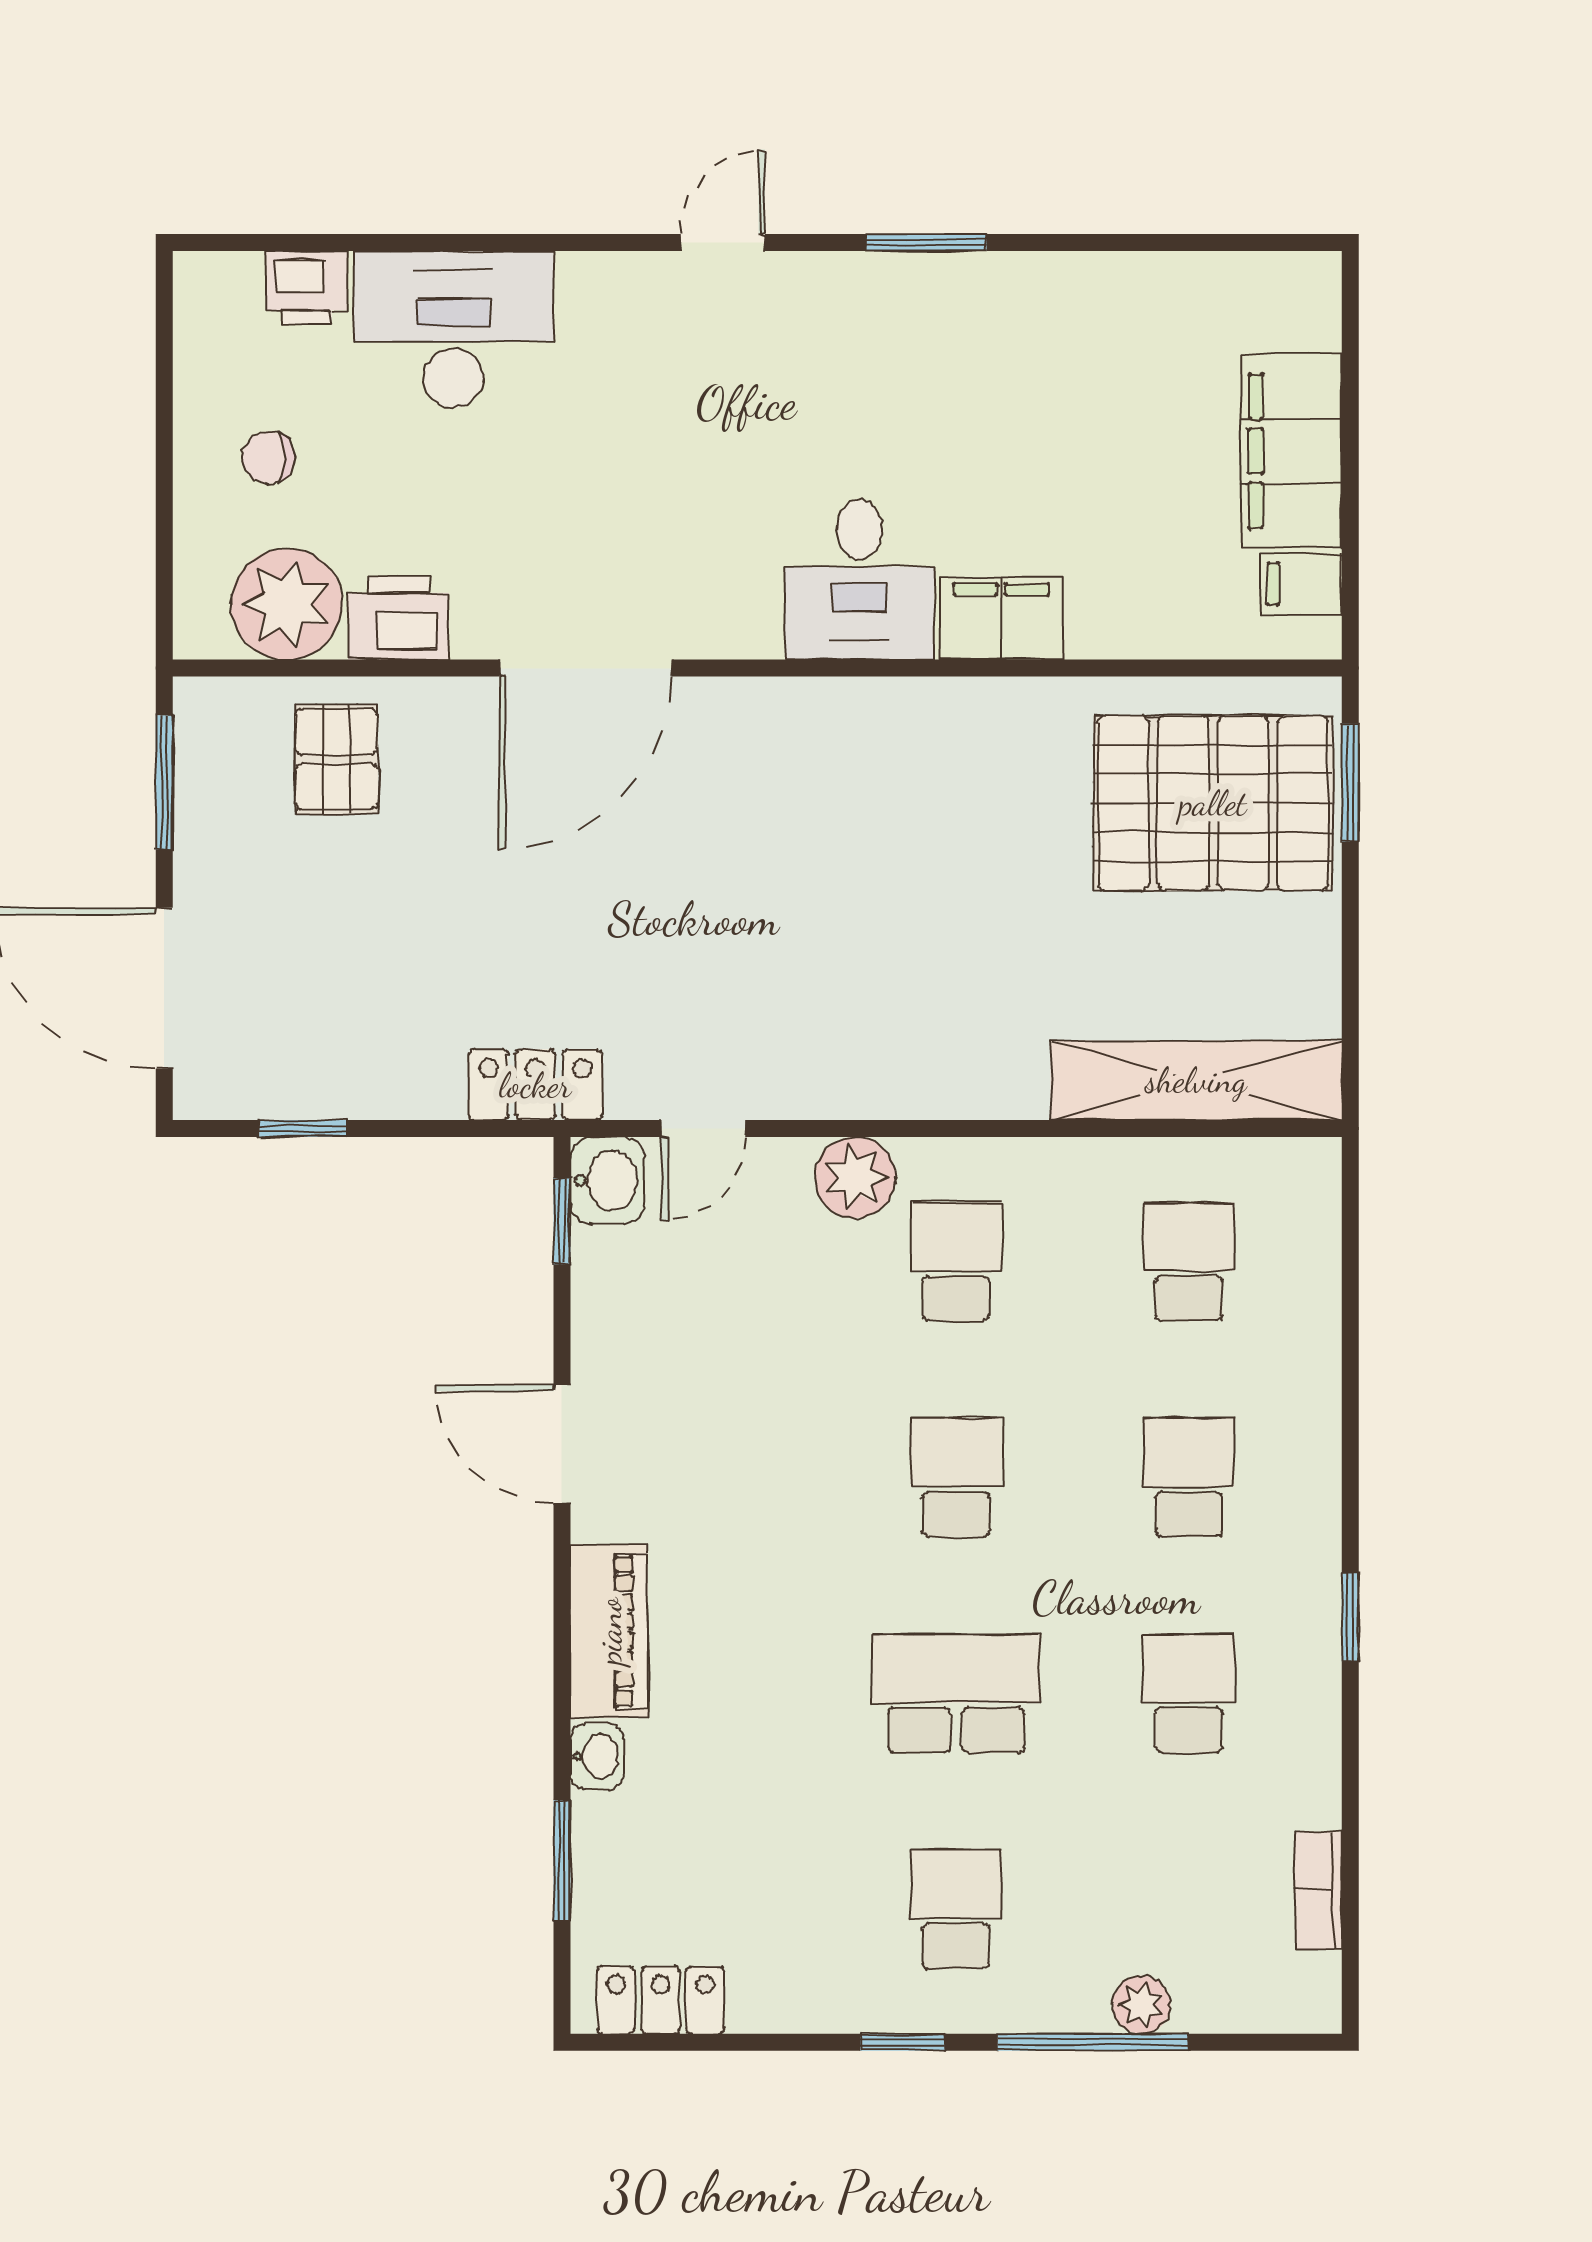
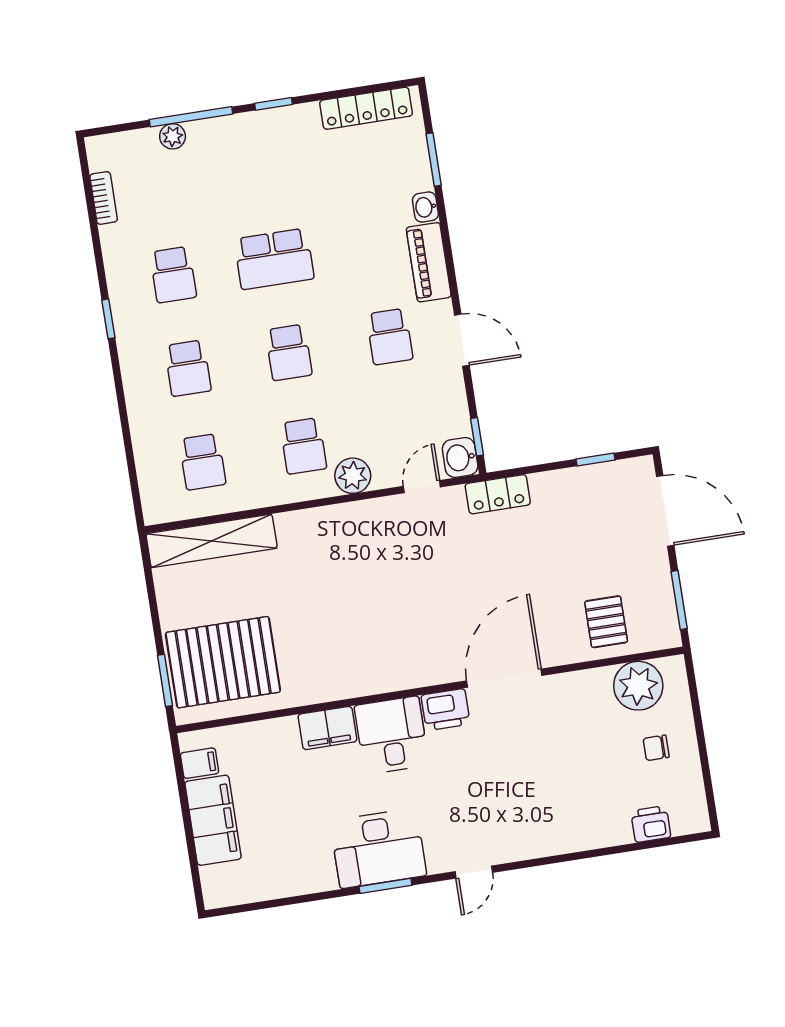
desk: (453, 329) -> (378, 848), moved
chair: (268, 458) -> (656, 748), turned 180
printer: (398, 618) -> (446, 710), moved
school desk: (956, 1909) -> (390, 337), moved
locker: (661, 2000) -> (366, 108), width x1.53

